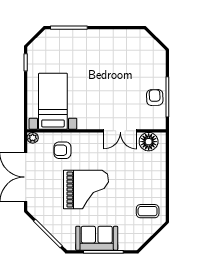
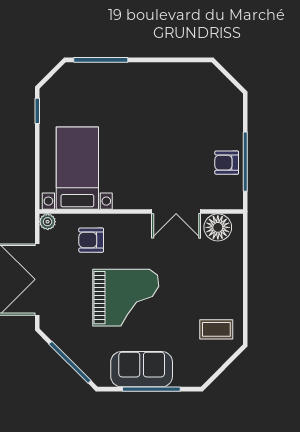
armchair: (155, 98) -> (227, 163), turned -88

